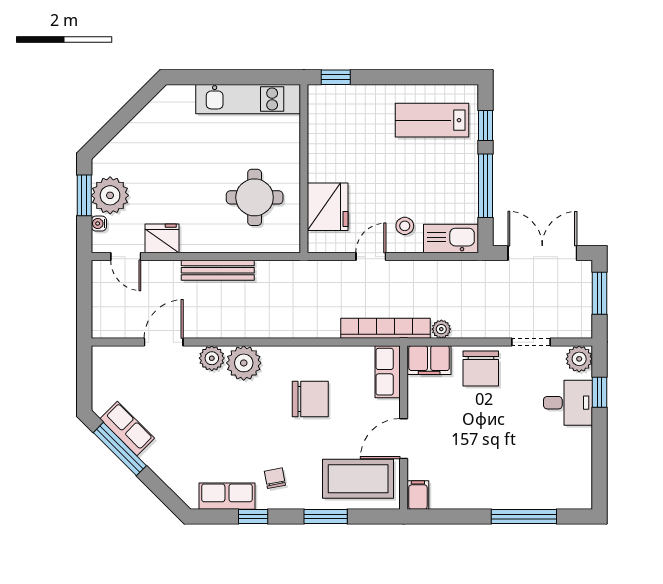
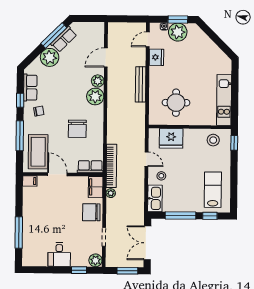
stool: (330, 120) -> (213, 140), added
double door: (542, 253) -> (147, 243), swing flipped
door: (164, 342) -> (106, 58), swing flipped
desk: (568, 403) -> (59, 255), moved
plant: (165, 457) -> (50, 57), added
window: (326, 517) -> (20, 136), width x1.44

